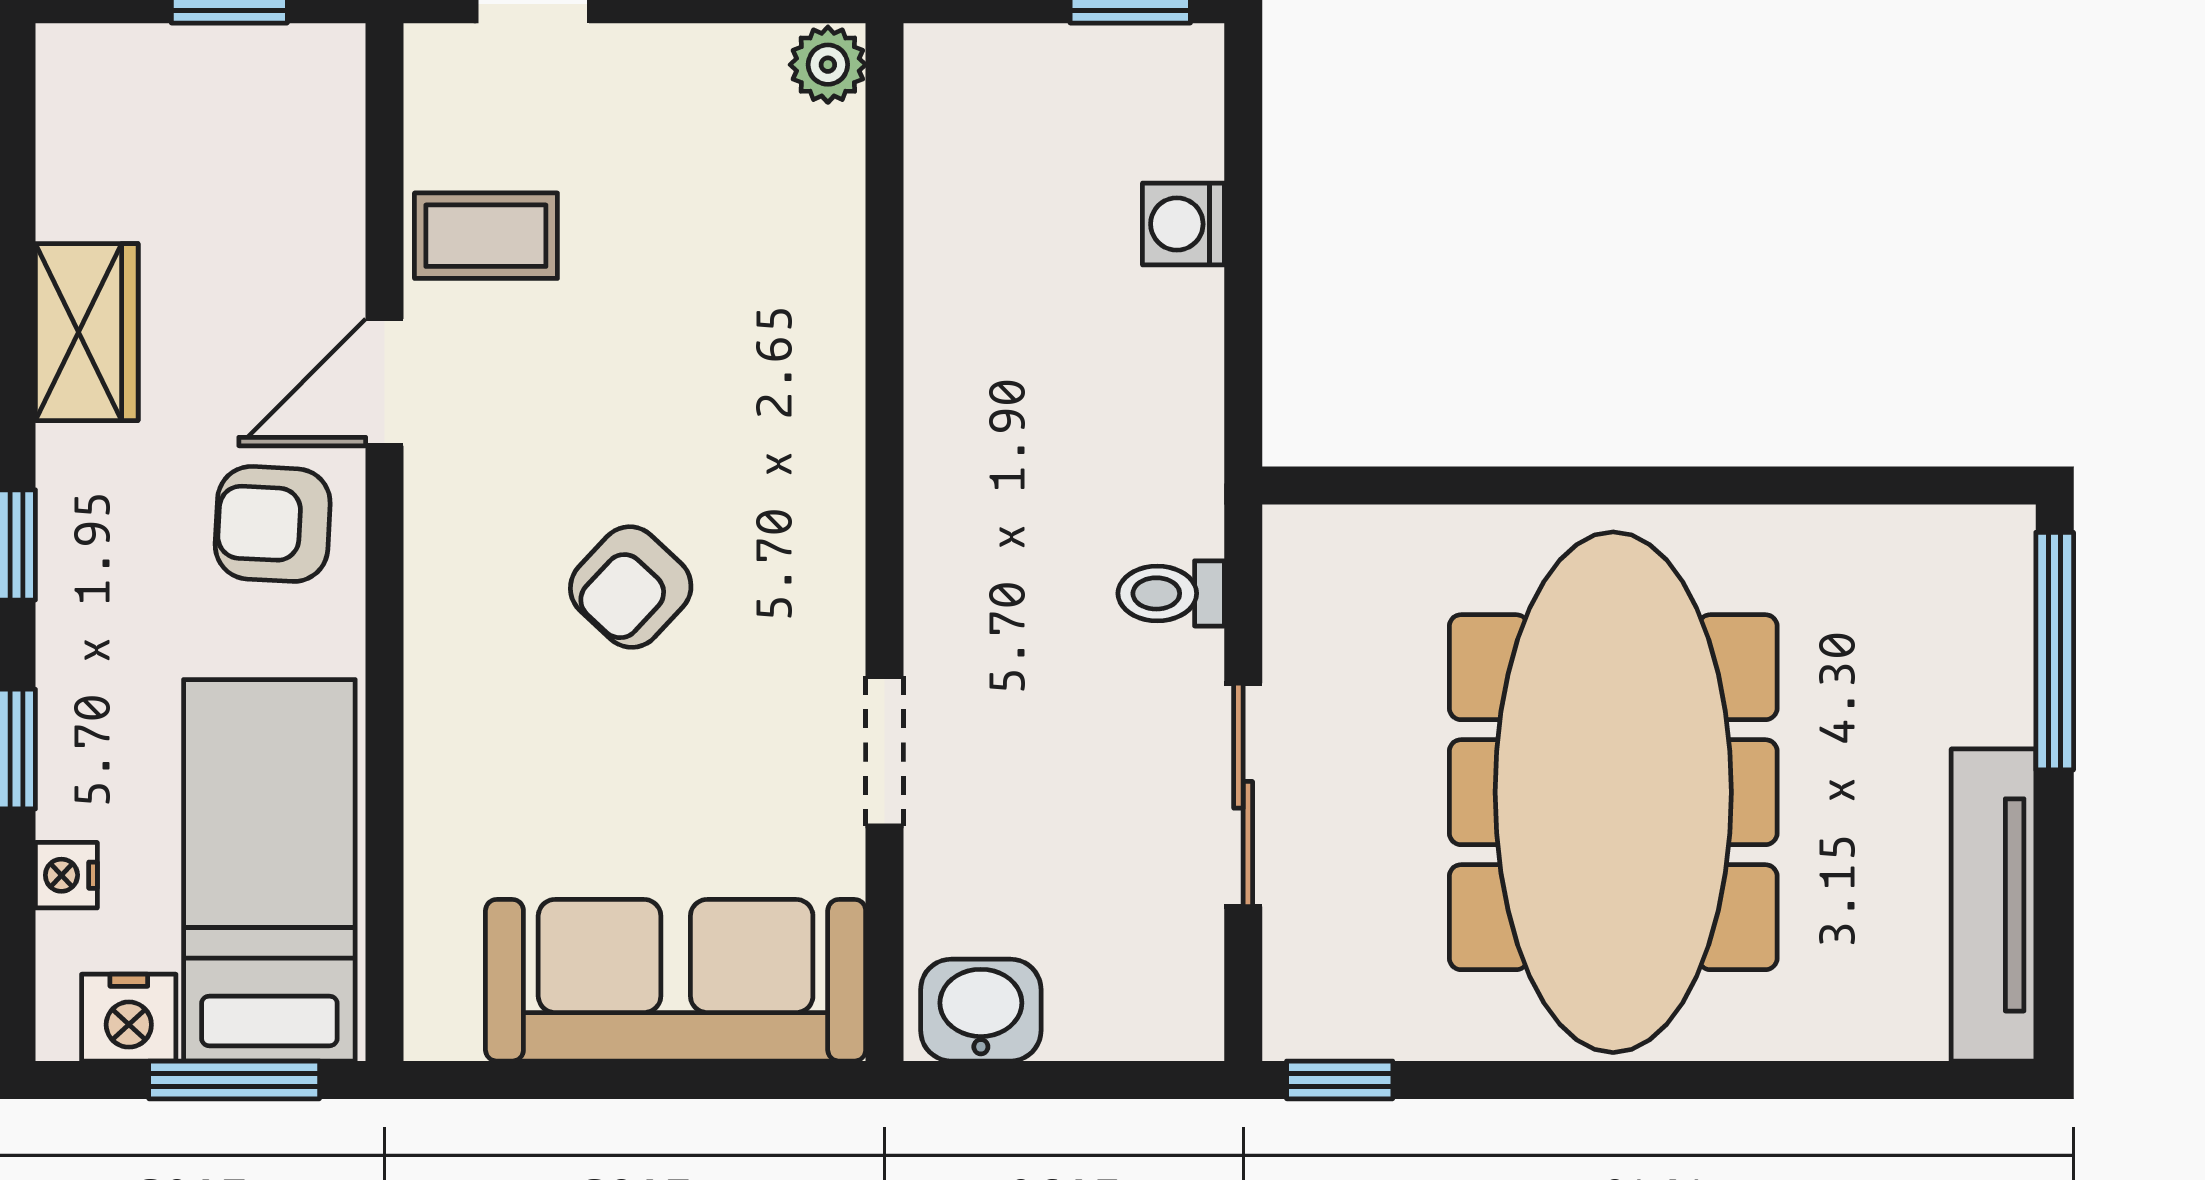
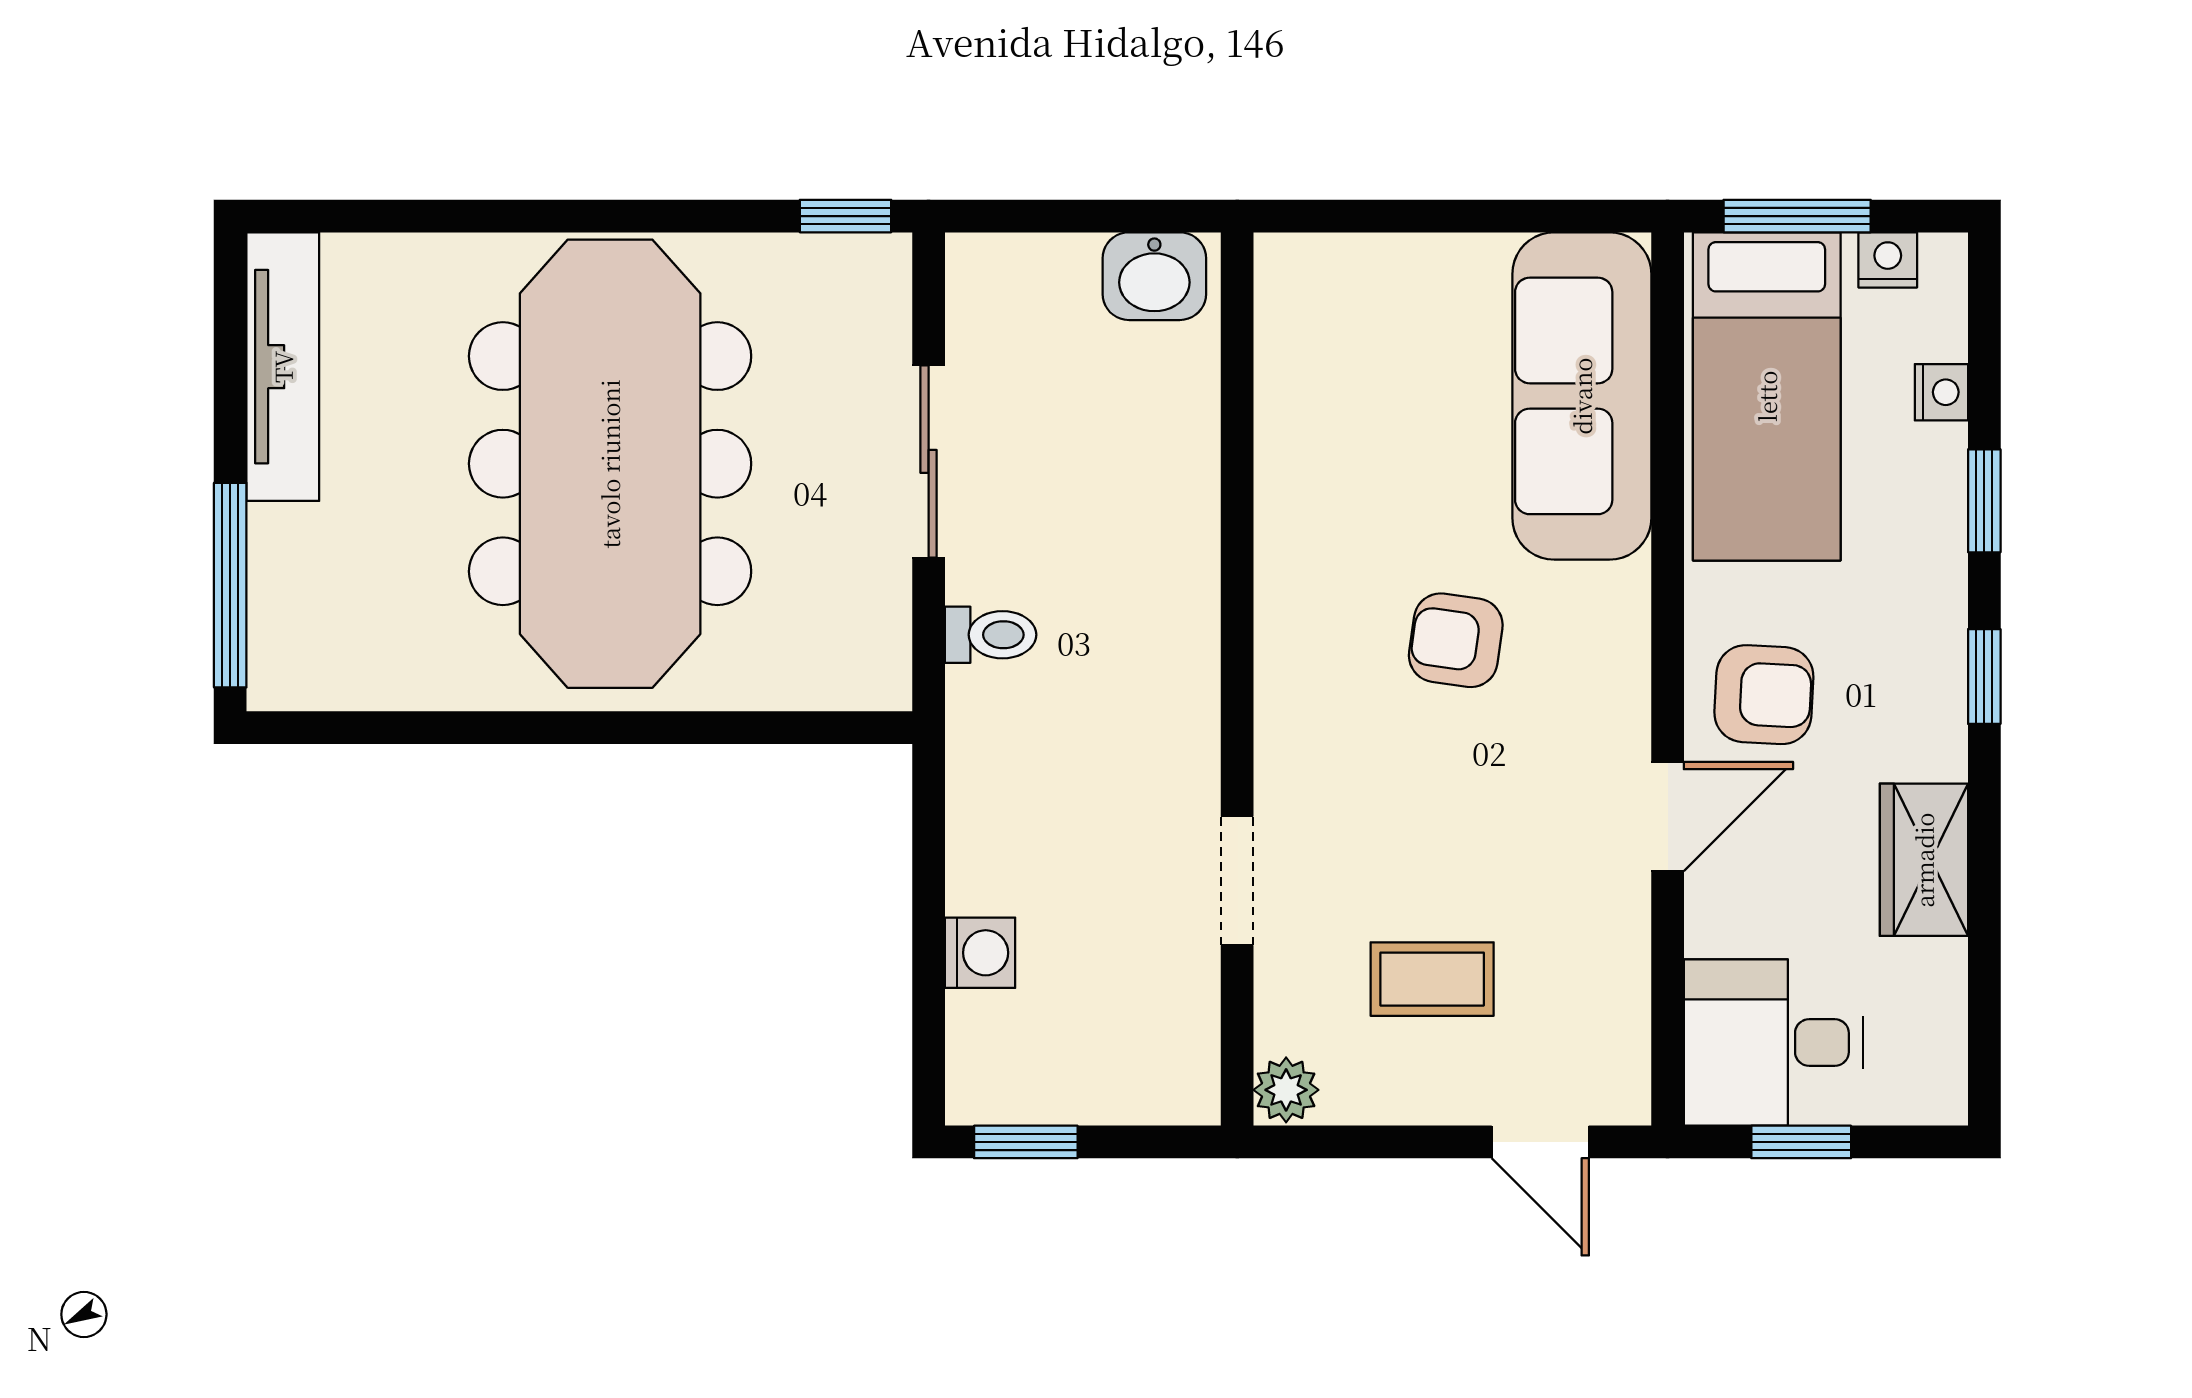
desk: (261, 120) -> (1774, 1043), added
coffee table: (486, 236) -> (1432, 979), moved
armchair: (631, 587) -> (1456, 640), turned -125
doorway: (885, 751) -> (1237, 881), moved
sofa: (676, 980) -> (1582, 396), moved, turned 90
nightstand: (129, 1018) -> (1888, 260), width x0.72, depth x0.74

